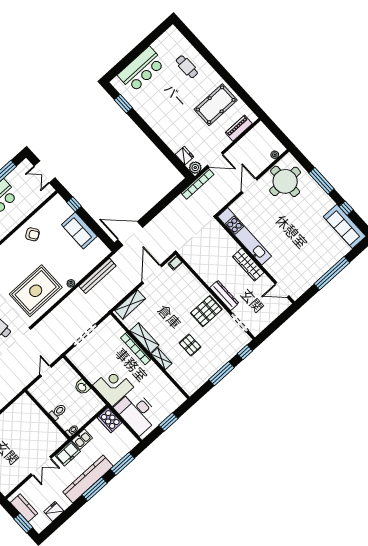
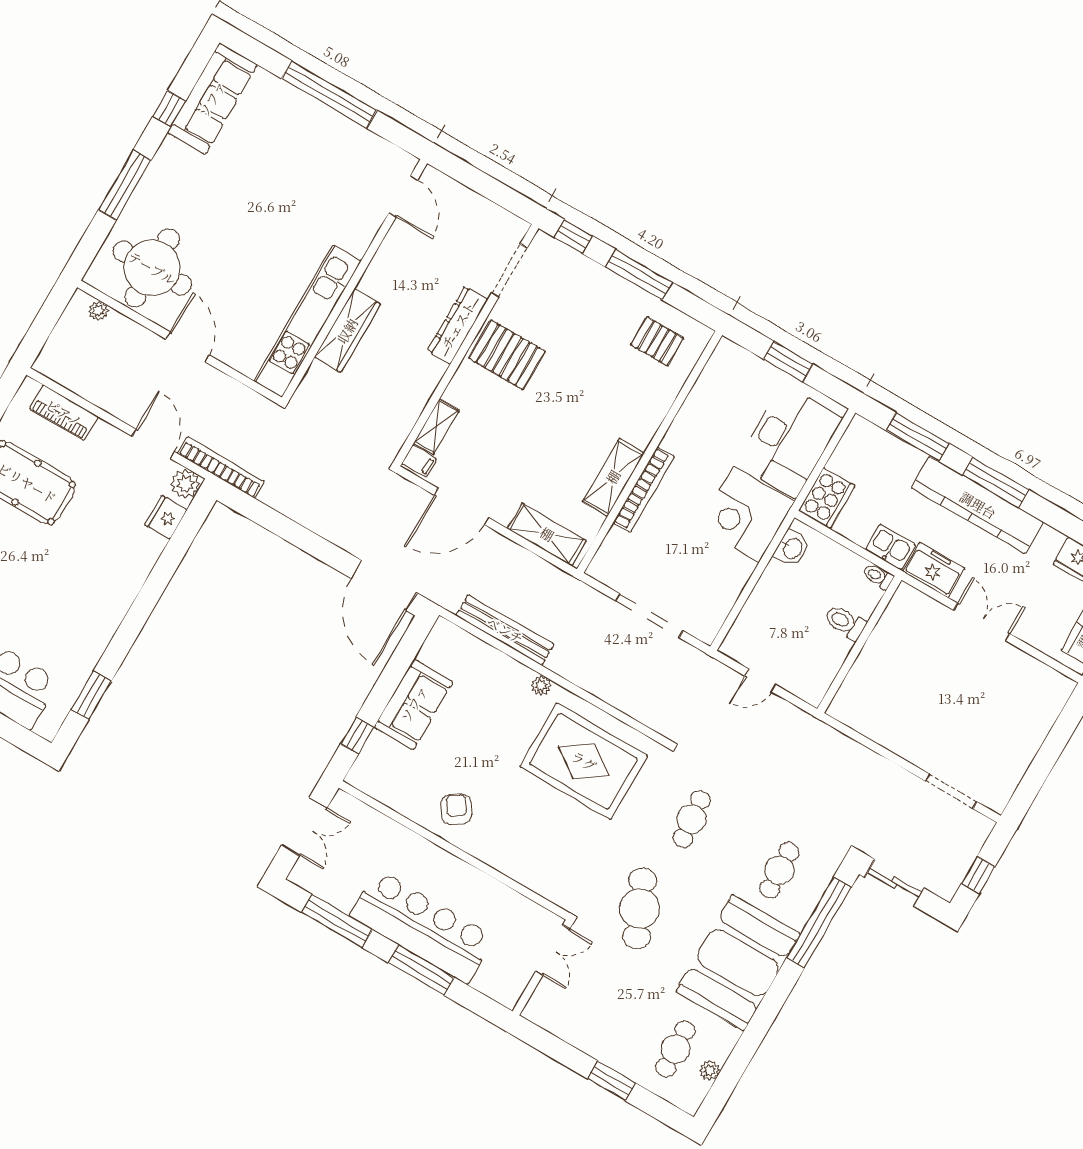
door: (249, 186) -> (188, 347), swing flipped
wardrobe: (248, 265) -> (347, 331), moved
pallet: (190, 345) -> (657, 341), moved, turned 90
shelving: (161, 359) -> (436, 427), moved
washbasin: (82, 387) -> (792, 548), moved

